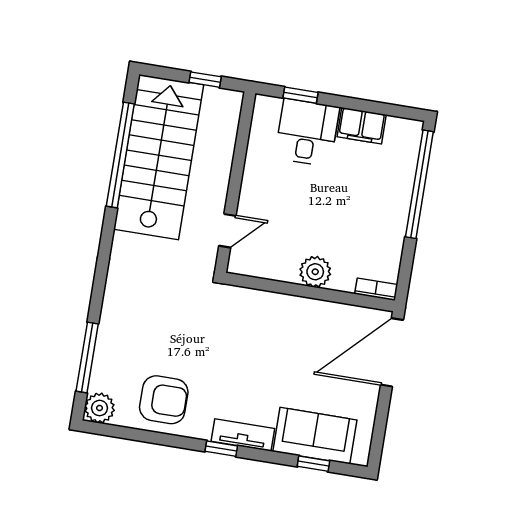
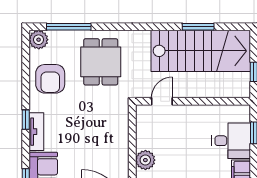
window: (120, 155) -> (198, 27), width x0.47
door: (227, 231) -> (162, 101), swing flipped
dining table: (150, 316) -> (101, 62), added

